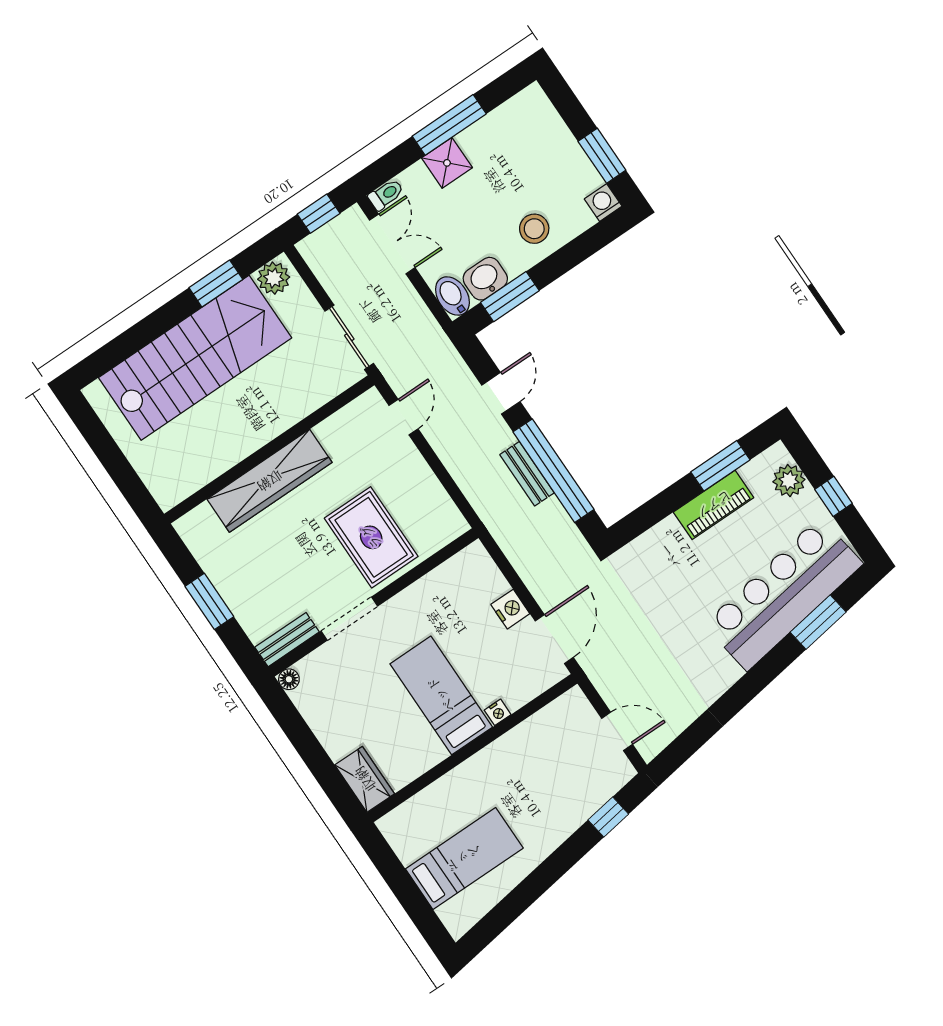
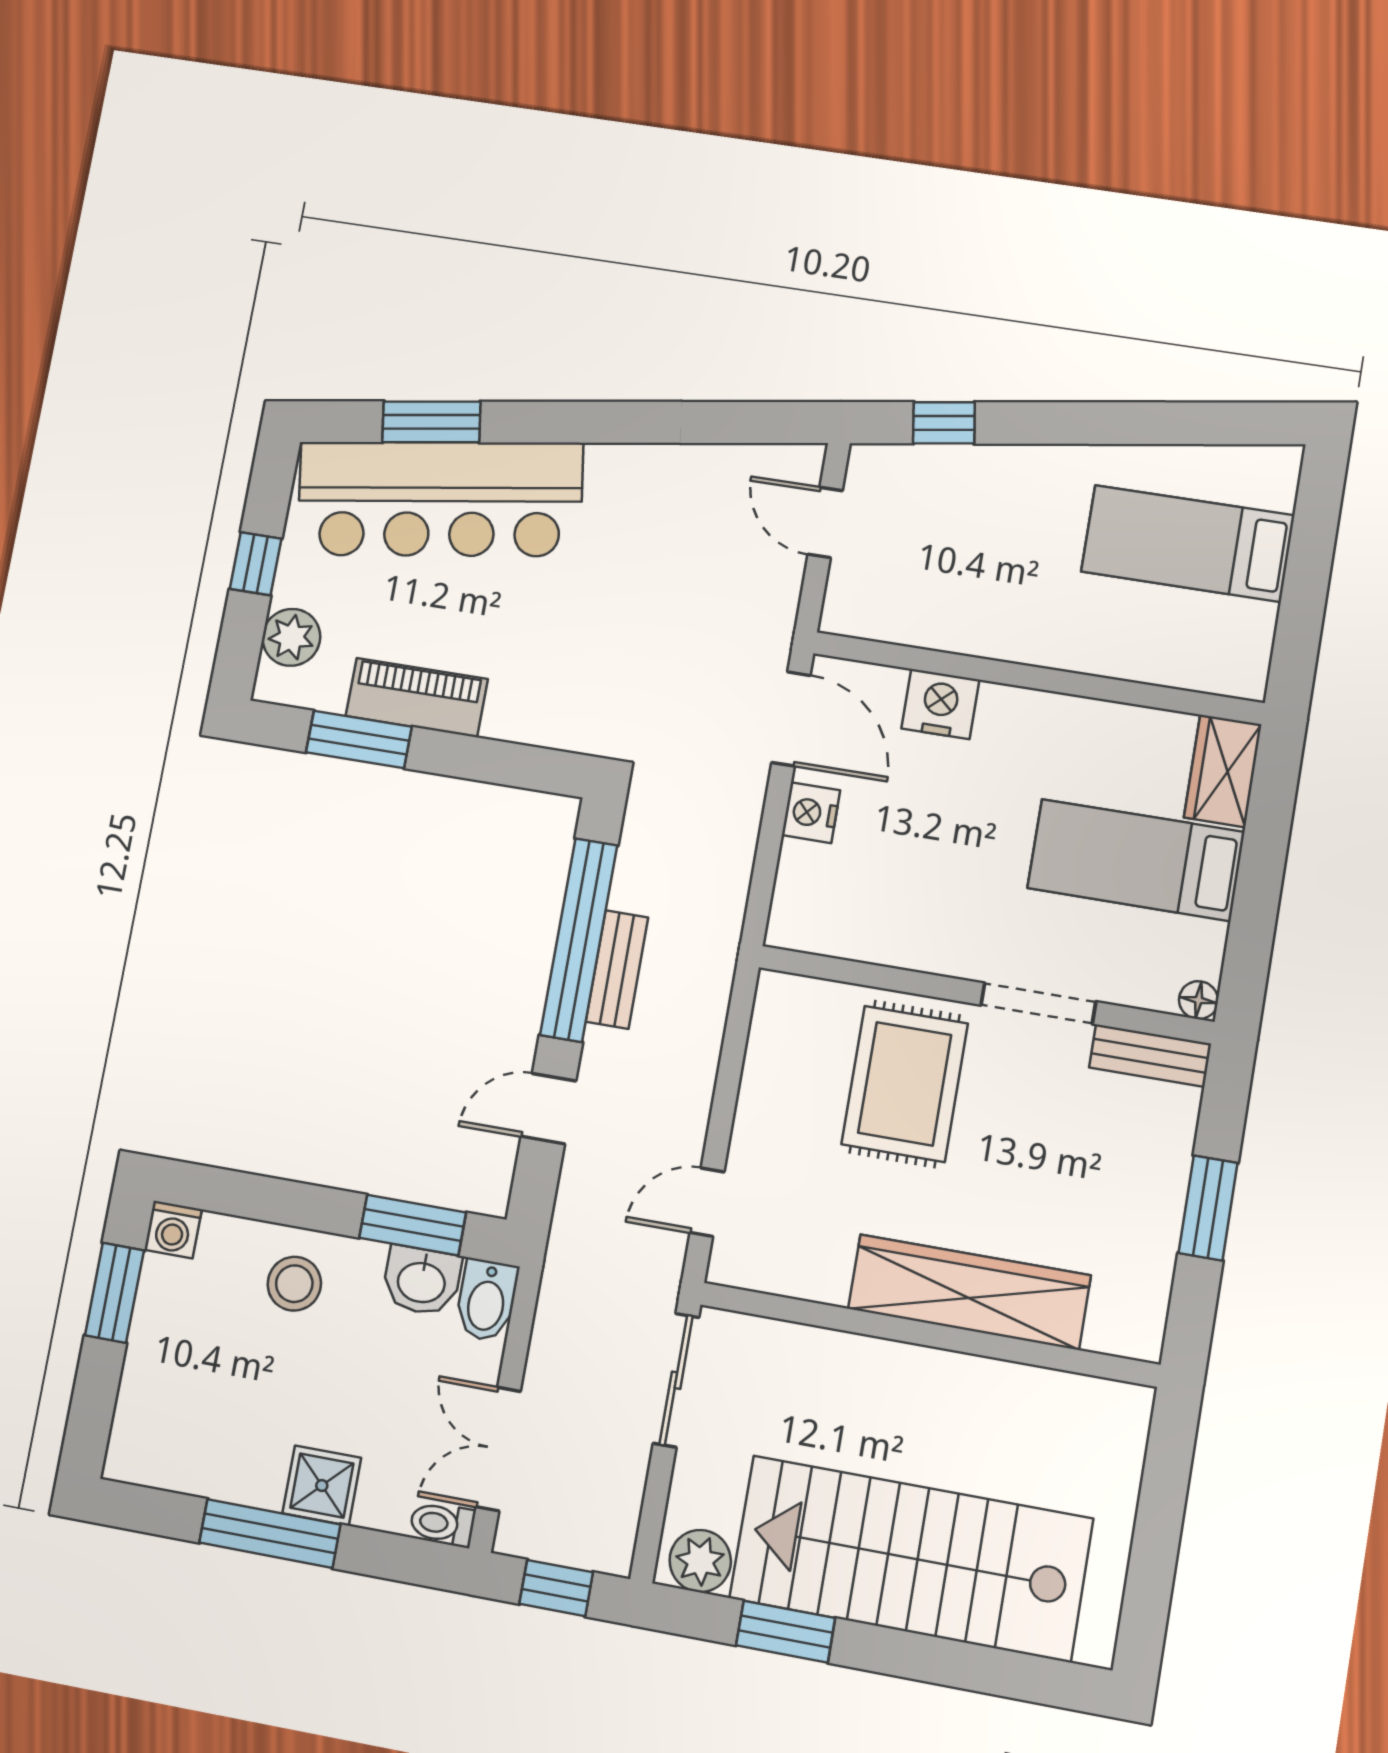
door: (554, 639) -> (791, 719), swing flipped
bed: (441, 695) -> (1136, 860), moved, turned 90
nightstand: (498, 712) -> (940, 704), width x1.89, depth x1.79

